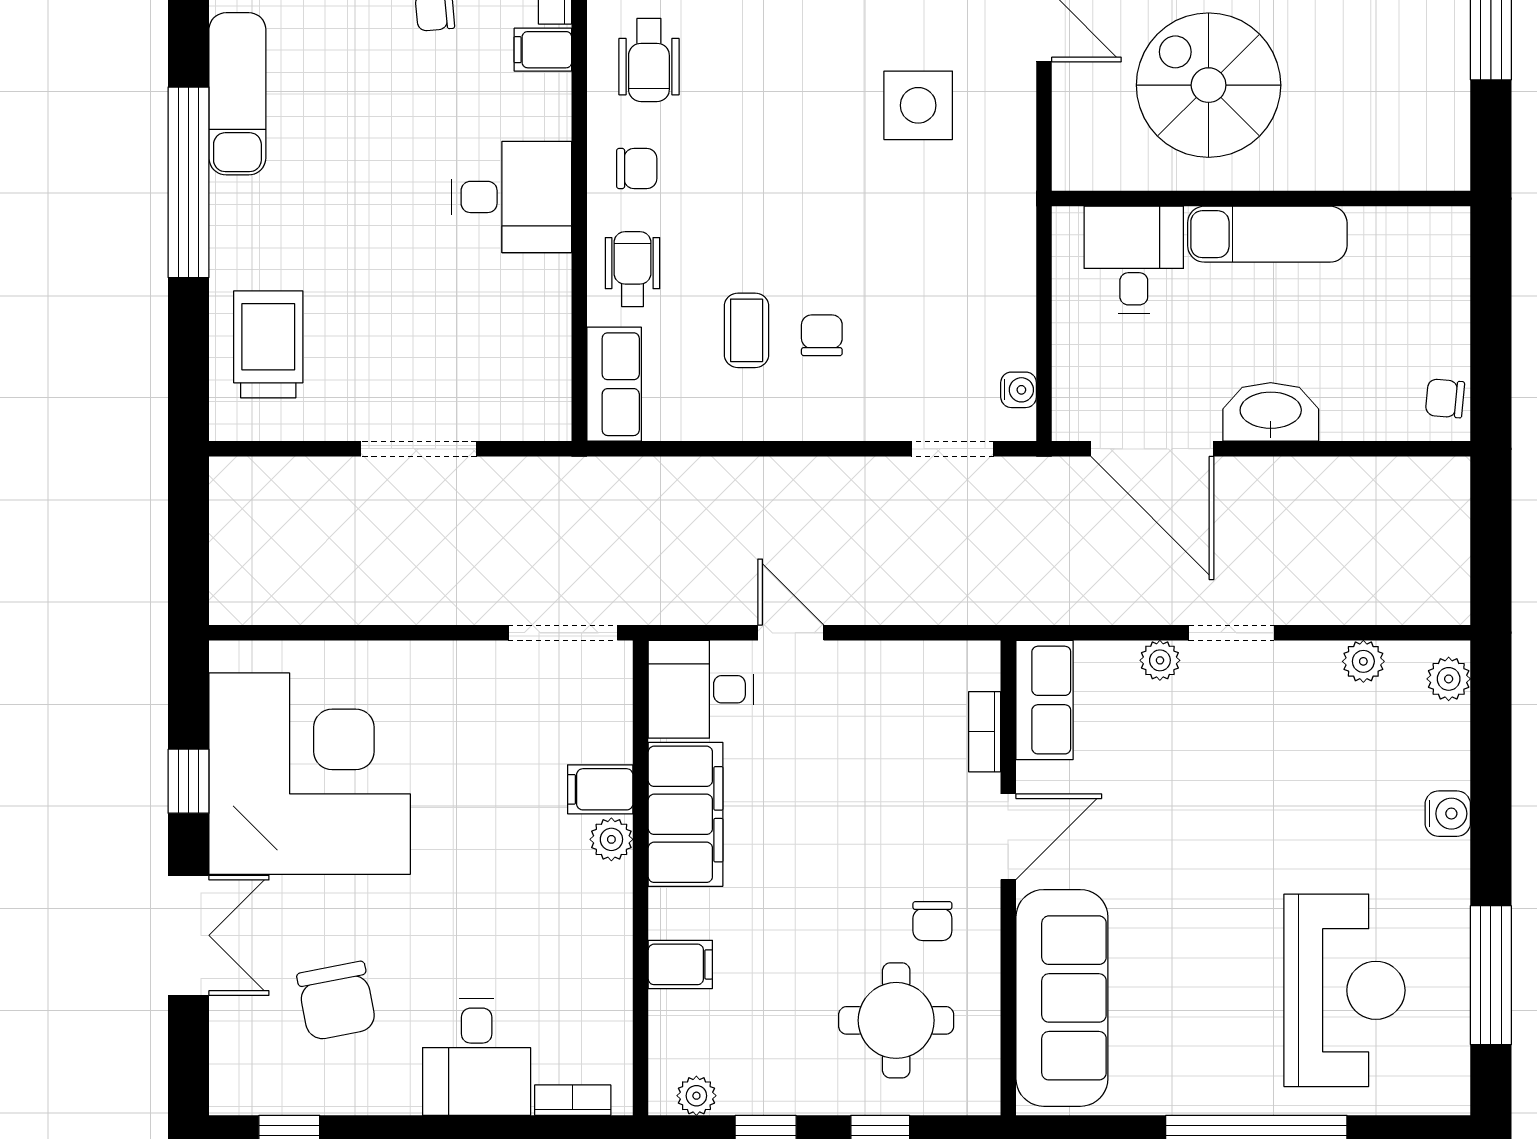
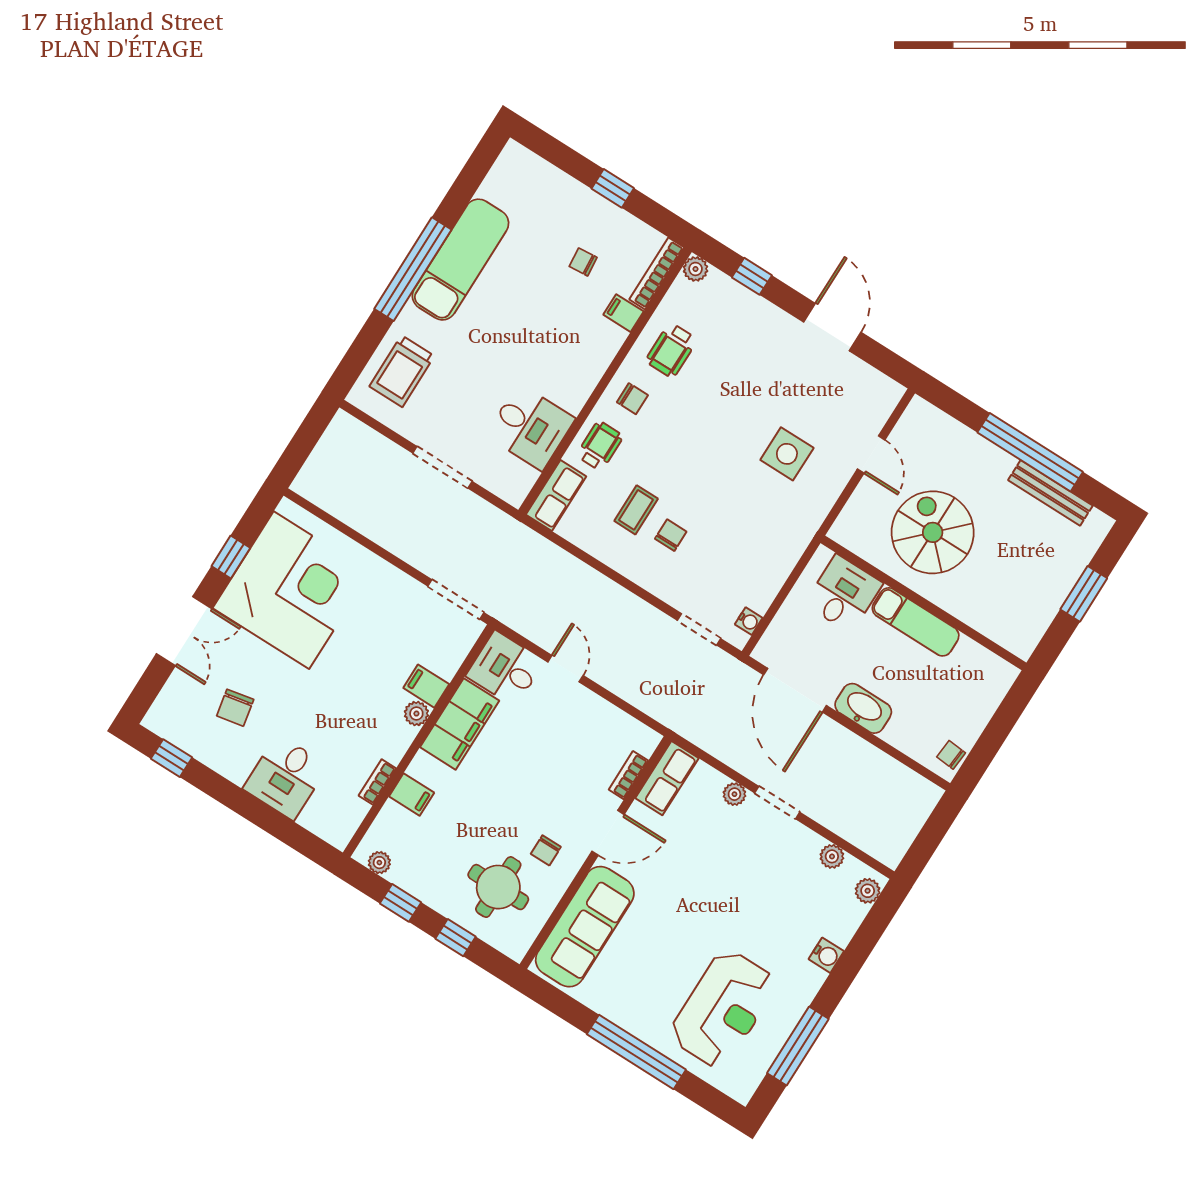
exam couch: (237, 94) -> (460, 260), width x1.36, depth x1.45
desk: (512, 197) -> (530, 427), moved
trolley: (268, 344) -> (402, 371), turned 180
chair: (337, 1001) -> (235, 708), width x0.73, depth x0.73
bookcase: (573, 1100) -> (377, 782), moved, turned -90

